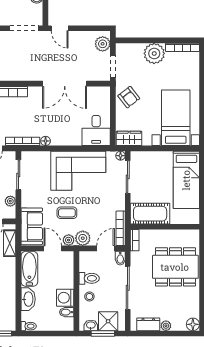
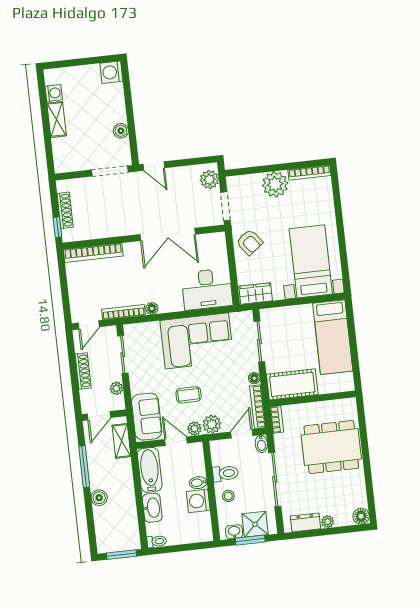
desk: (96, 131) -> (207, 289), width x1.37
floor lamp: (120, 156) -> (254, 378), moved
bidet: (67, 312) -> (198, 483), moved

